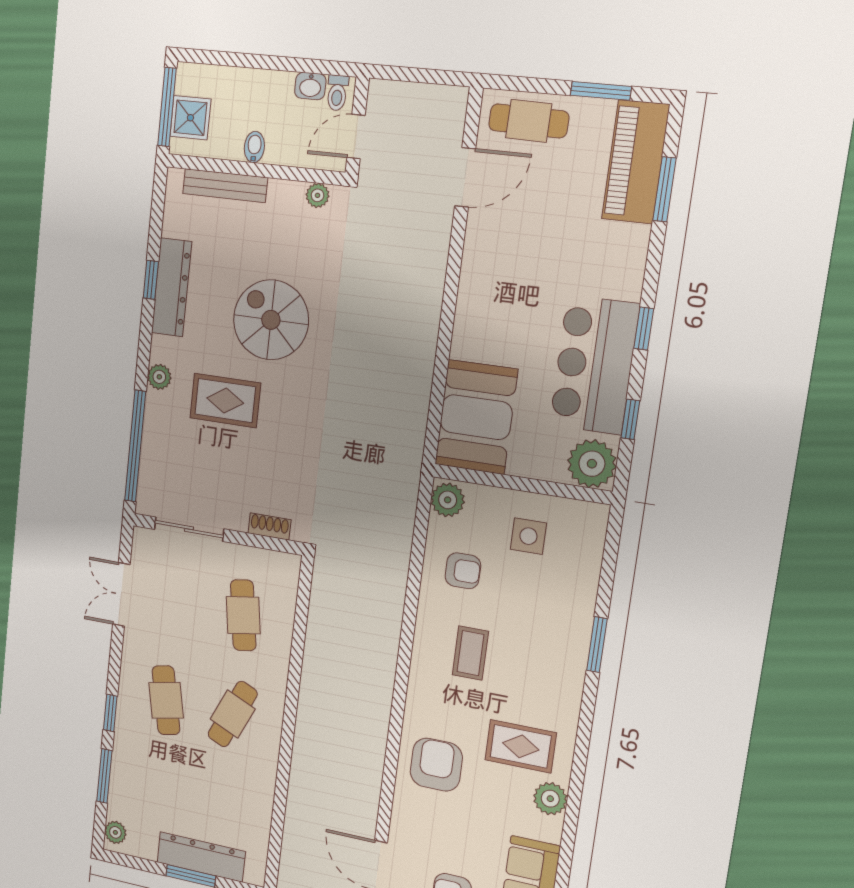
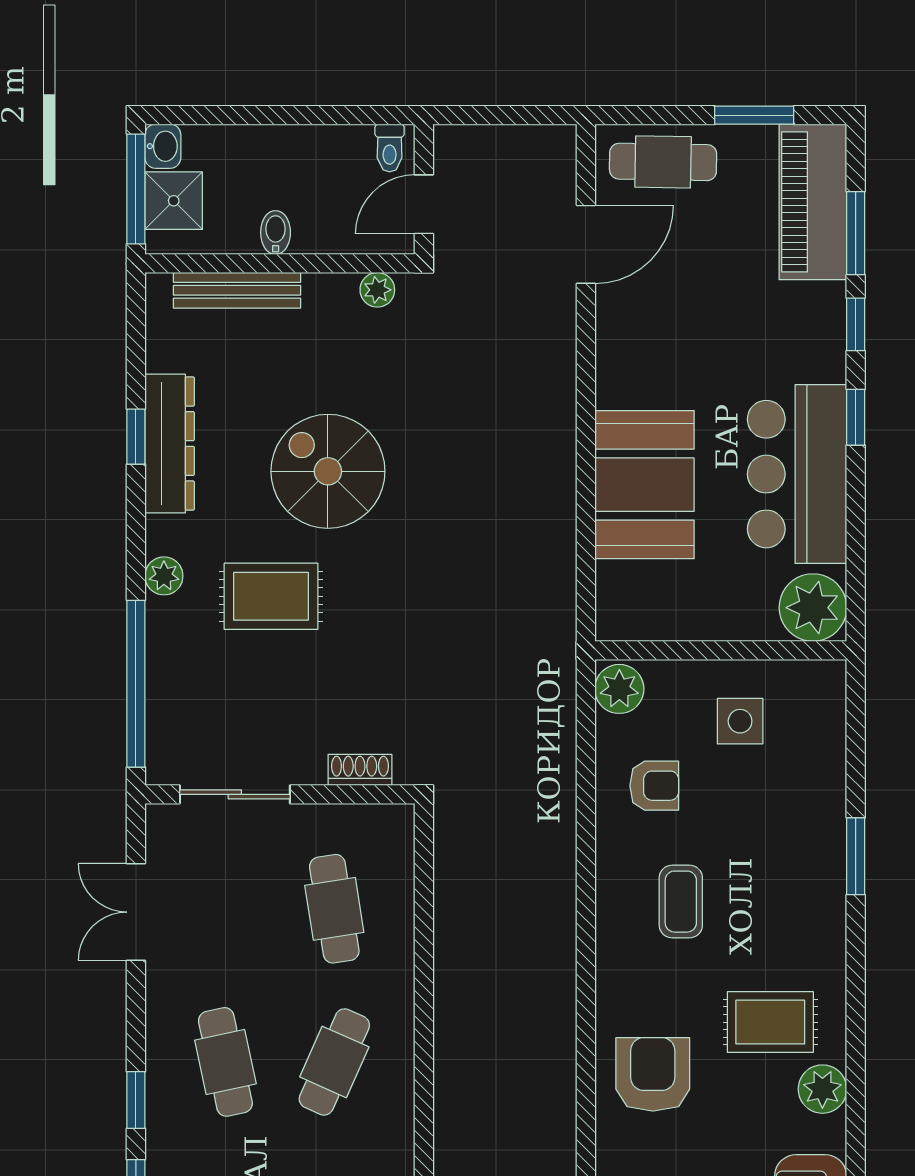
washbasin: (310, 86) -> (163, 146), moved, turned -90
booth: (476, 417) -> (644, 485), moved
window: (630, 419) -> (856, 324), moved

